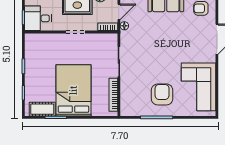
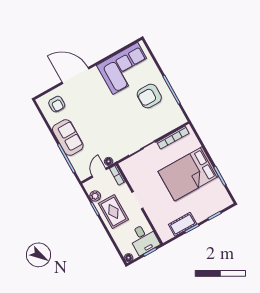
door: (119, 12) -> (99, 173), hinge flipped
cot: (42, 109) -> (183, 224), moved, turned 90

